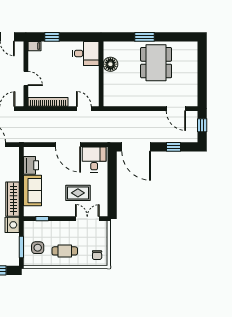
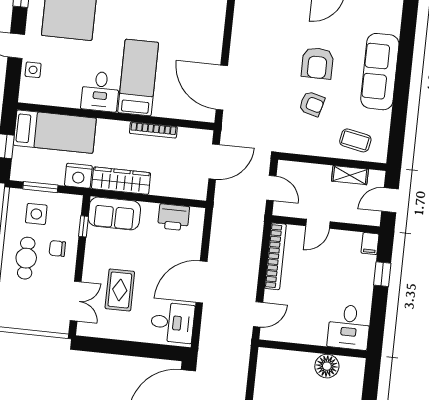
sofa: (32, 191) -> (114, 213), moved
chair: (97, 255) -> (57, 248), moved

